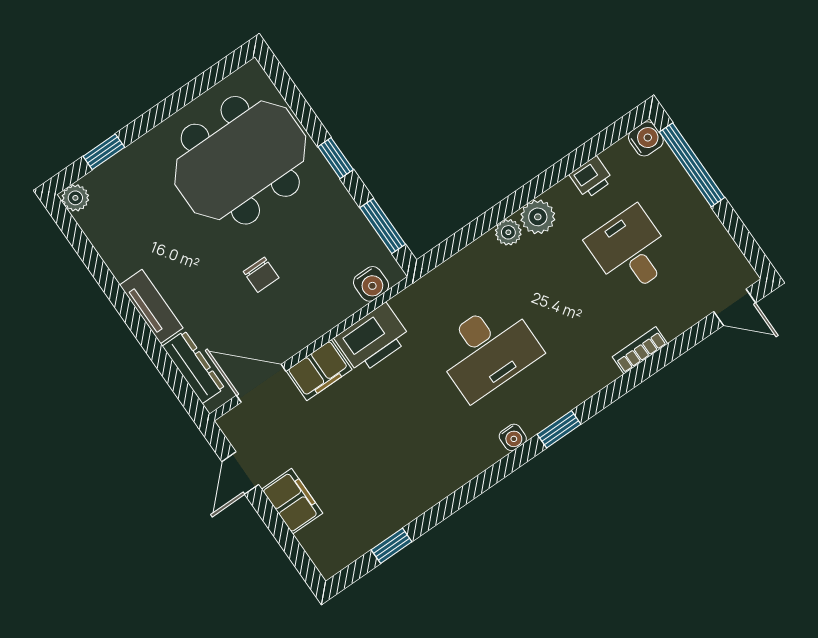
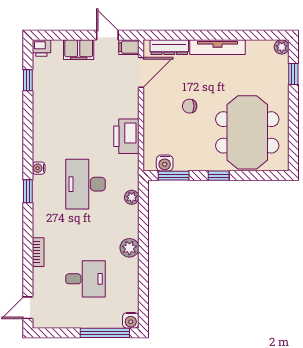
printer: (591, 177) -> (41, 48), moved, turned -90
plant: (508, 232) -> (132, 197), moved
water cooler: (371, 284) -> (165, 163), moved, turned -90
tv unit: (151, 306) -> (218, 47), width x1.41
filing cabinet: (319, 370) -> (129, 47), moved, width x0.50

